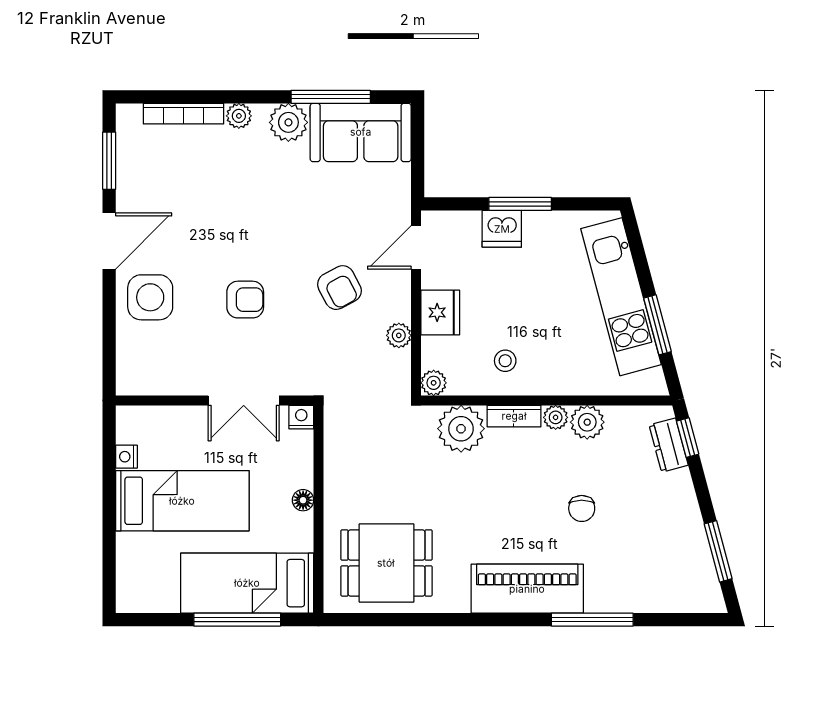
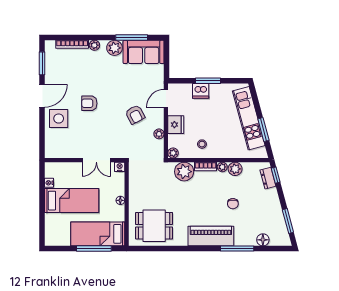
armchair: (245, 300) -> (89, 103), moved, turned 180
floor lamp: (656, 598) -> (263, 240), added

